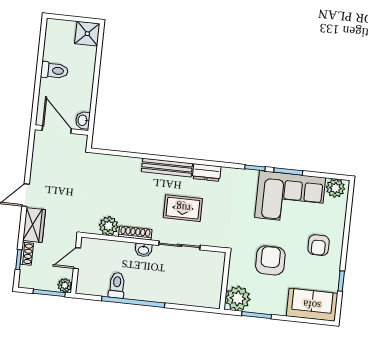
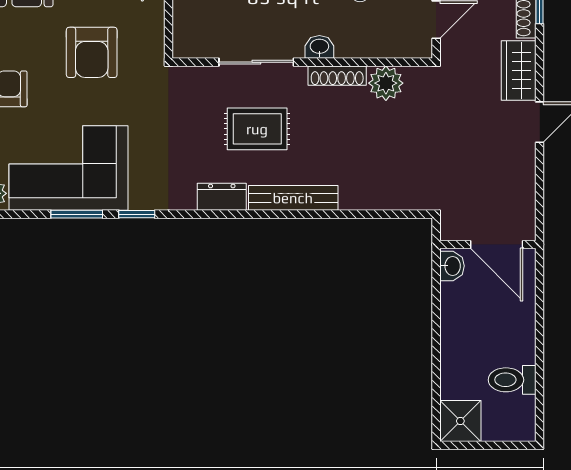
toilet: (54, 70) -> (512, 380), moved

